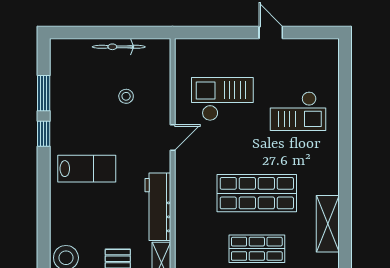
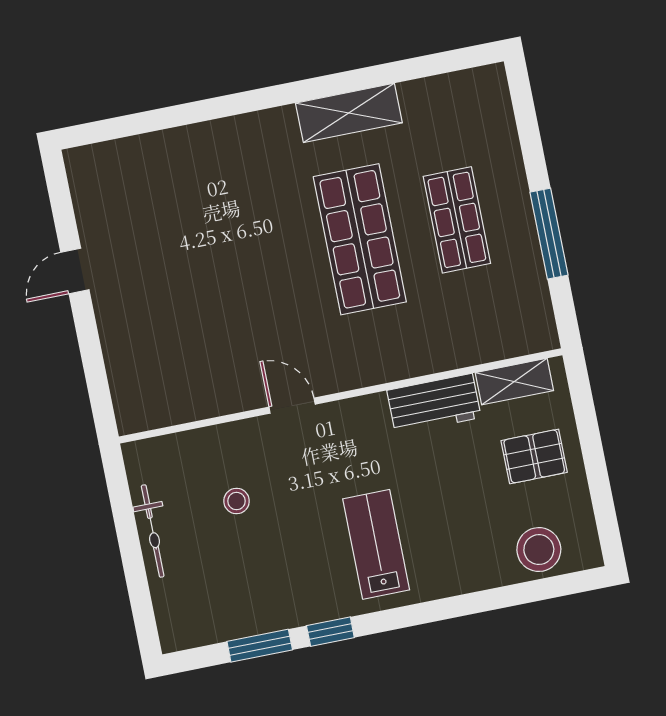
checkout: (222, 99) -> (208, 332), removed
checkout: (298, 111) -> (202, 196), removed
workbench: (158, 207) -> (434, 404), width x0.73
shelving: (328, 224) -> (349, 113), moved

